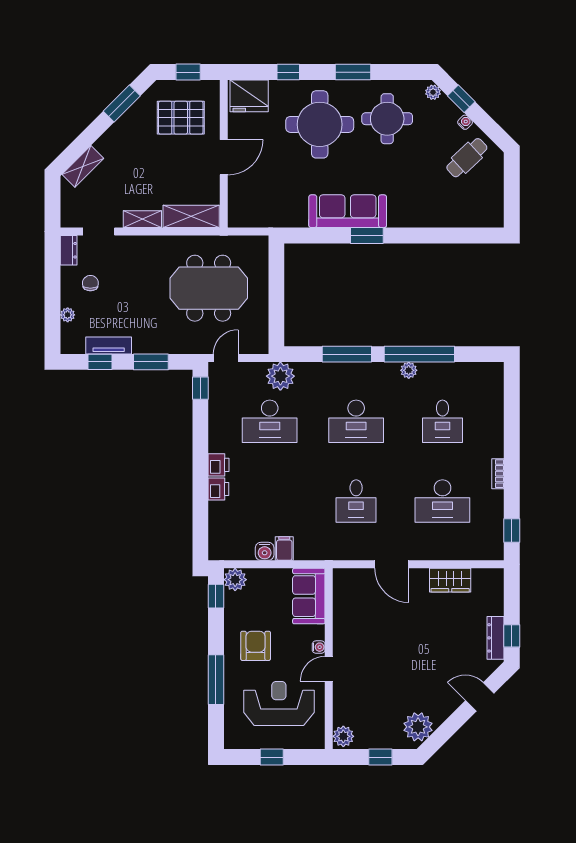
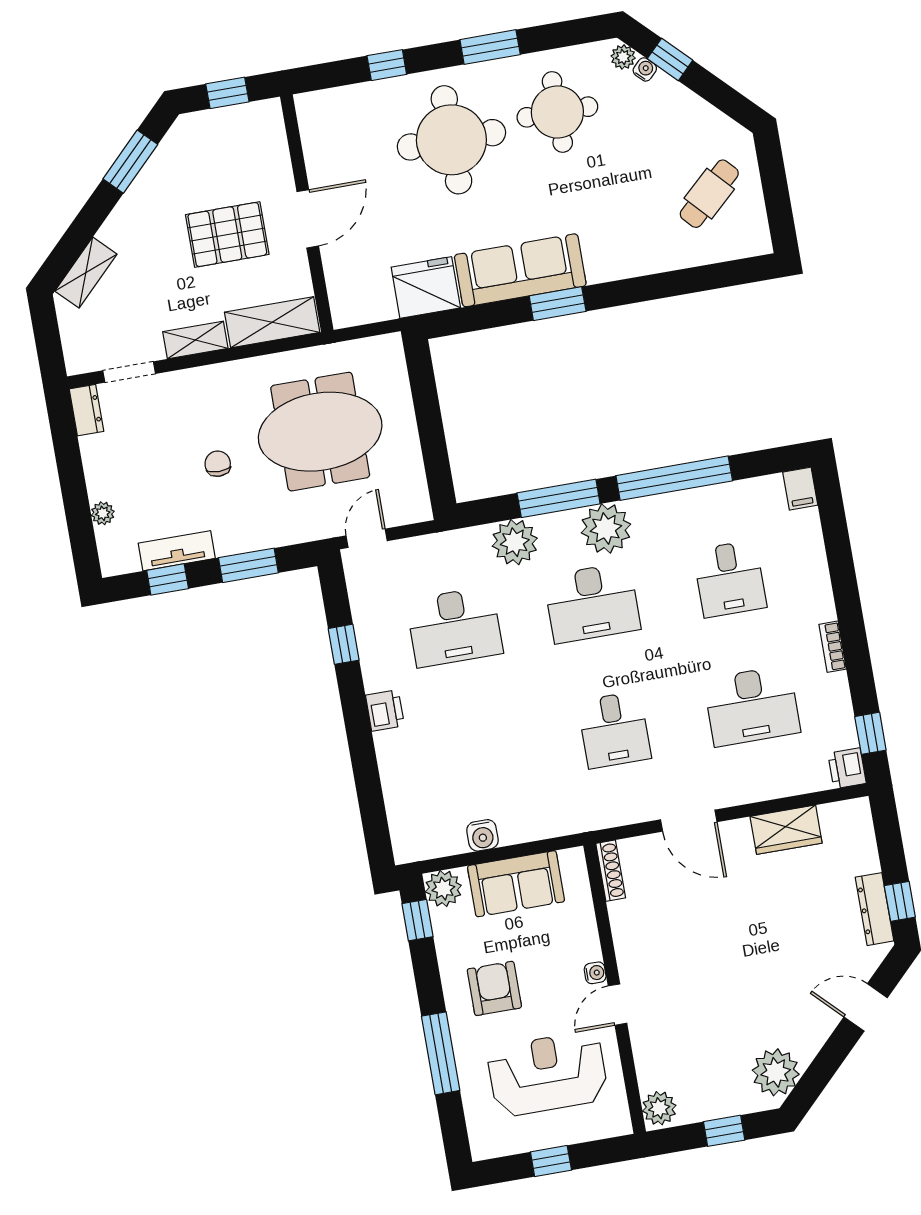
fridge: (249, 96) -> (426, 287), moved, turned 180
pallet: (181, 118) -> (227, 235), moved
water cooler: (465, 122) -> (645, 69), moved
cafe table: (467, 158) -> (709, 194), moved
chair: (90, 283) -> (218, 464), moved
plant: (409, 370) -> (606, 529), moved, width x1.88, depth x1.88
plant: (280, 376) -> (515, 542), moved
window: (200, 388) -> (344, 644), moved
printer: (218, 489) -> (847, 768), moved, turned 180
filing cabinet: (284, 549) -> (800, 489), moved, turned 180
shoe rack: (339, 586) -> (611, 871), added
sofa: (309, 596) -> (516, 884), moved, turned -90

